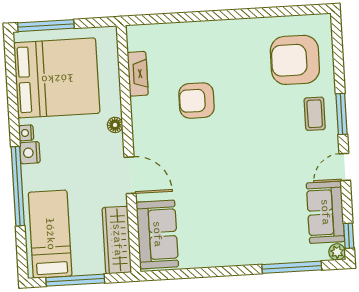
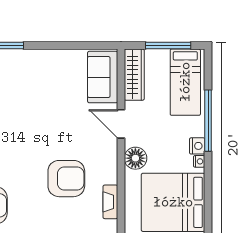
armchair: (197, 101) -> (66, 179), width x1.36, depth x1.36
floor lamp: (115, 125) -> (135, 158), width x1.89, depth x1.89

